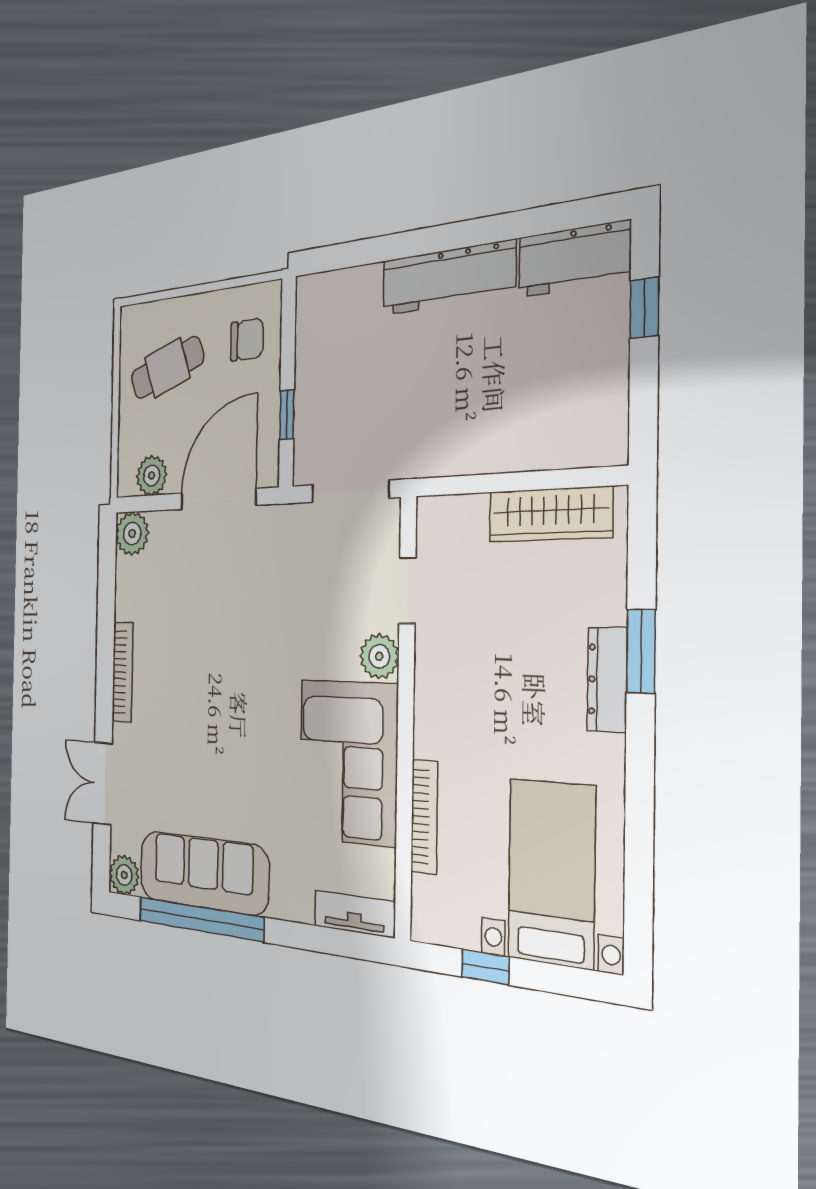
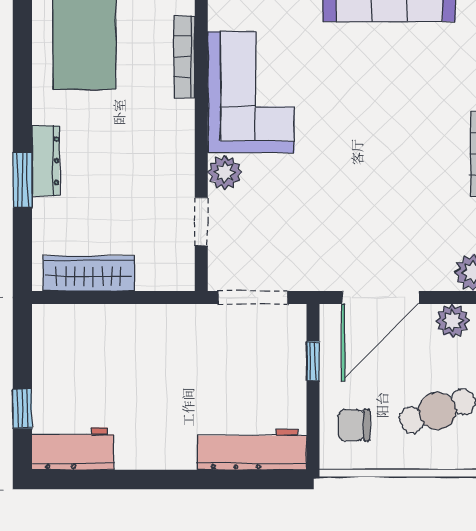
workbench: (448, 278) -> (252, 450), moved

